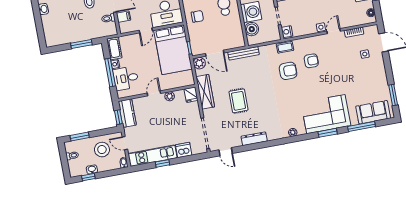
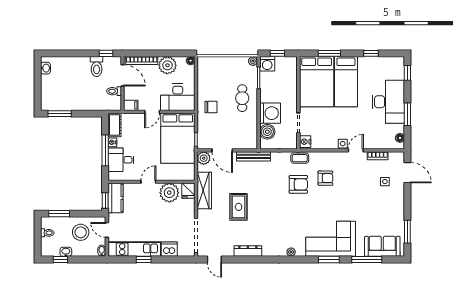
filing cabinet: (124, 17) -> (131, 105), moved
window: (81, 44) -> (60, 114), moved
plant: (170, 96) -> (169, 193), width x1.87, depth x1.87

